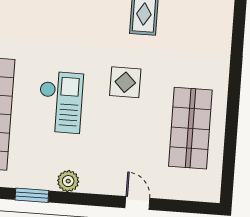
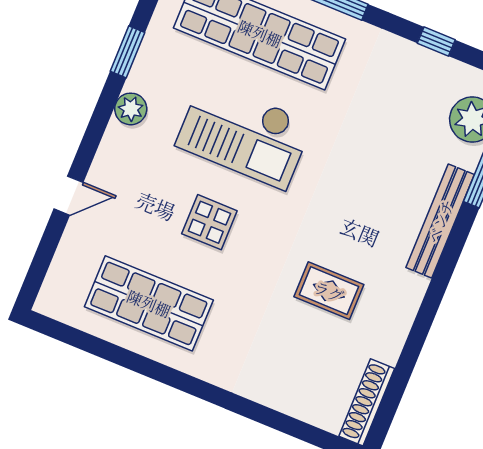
display table: (125, 82) -> (209, 222), moved
checkout: (60, 102) -> (244, 134), width x1.36, depth x1.21

